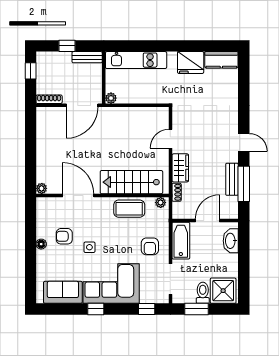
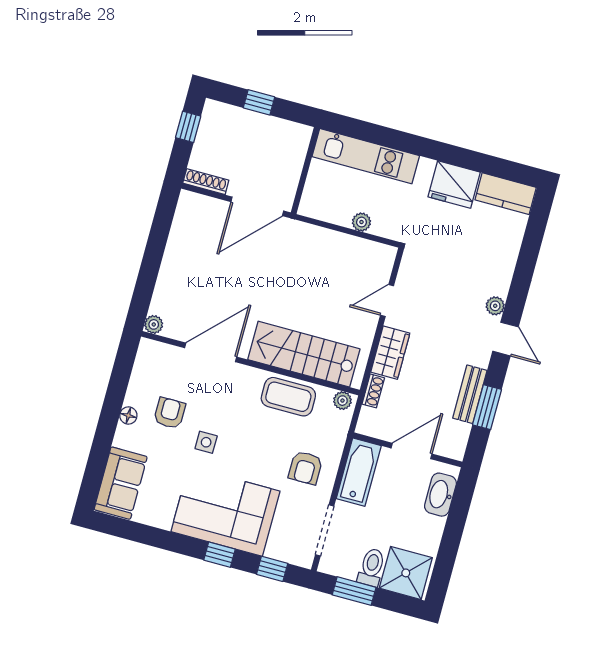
bench: (87, 57) -> (287, 130), removed
plant: (111, 98) -> (361, 222), moved
plant: (233, 125) -> (495, 306), added
window: (244, 184) -> (487, 407), width x0.69
door: (78, 195) -> (211, 352), hinge flipped
armchair: (64, 236) -> (170, 413), turned 90
sofa: (63, 292) -> (121, 483), moved, turned 90
window: (96, 309) -> (220, 555), moved

